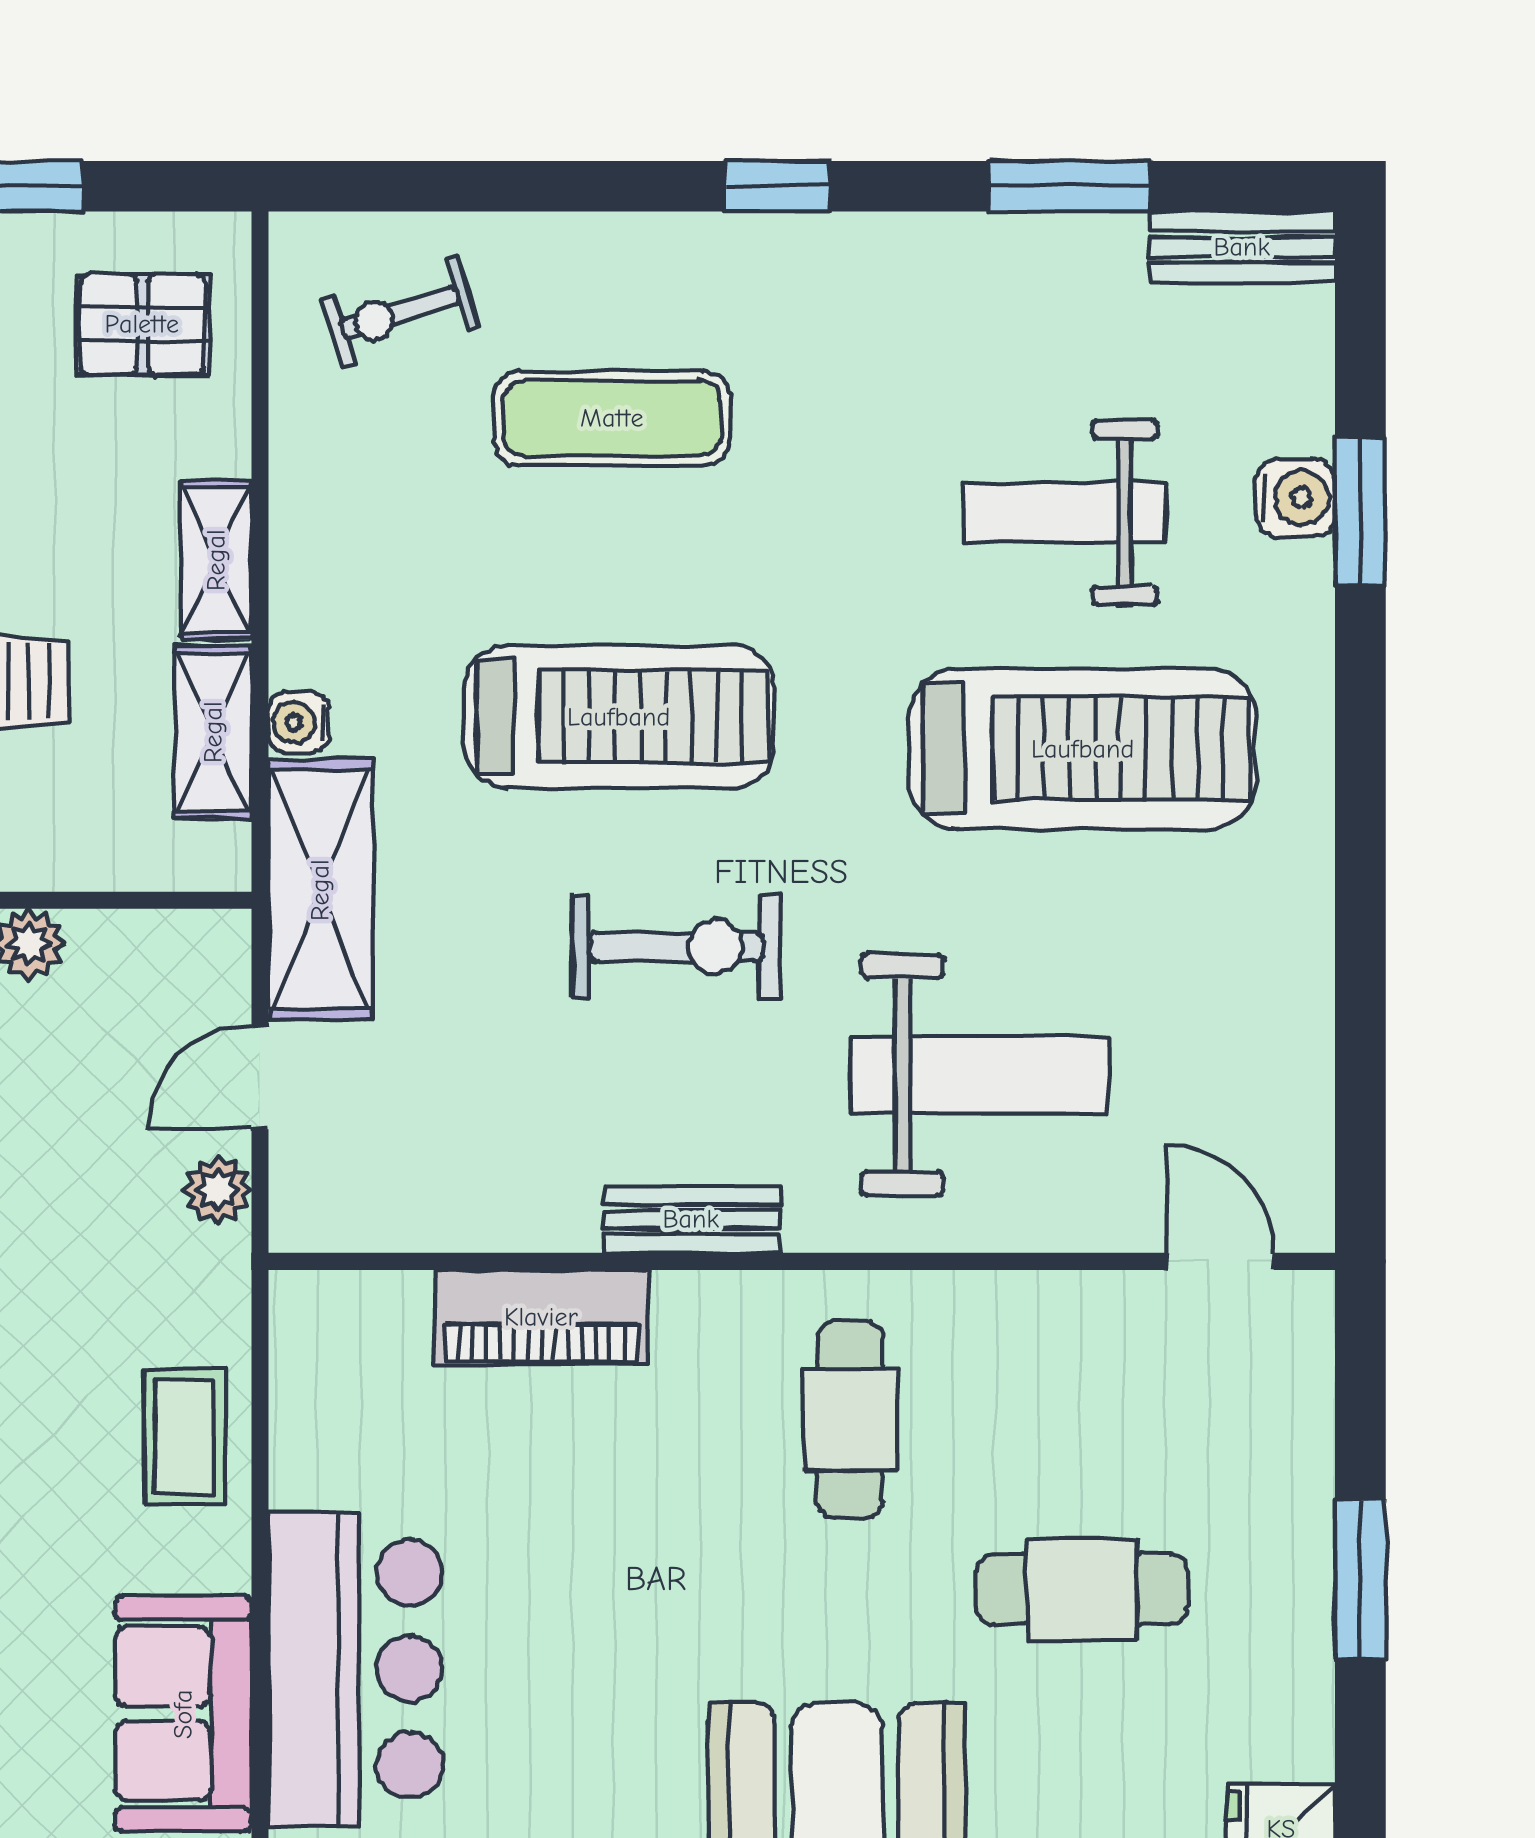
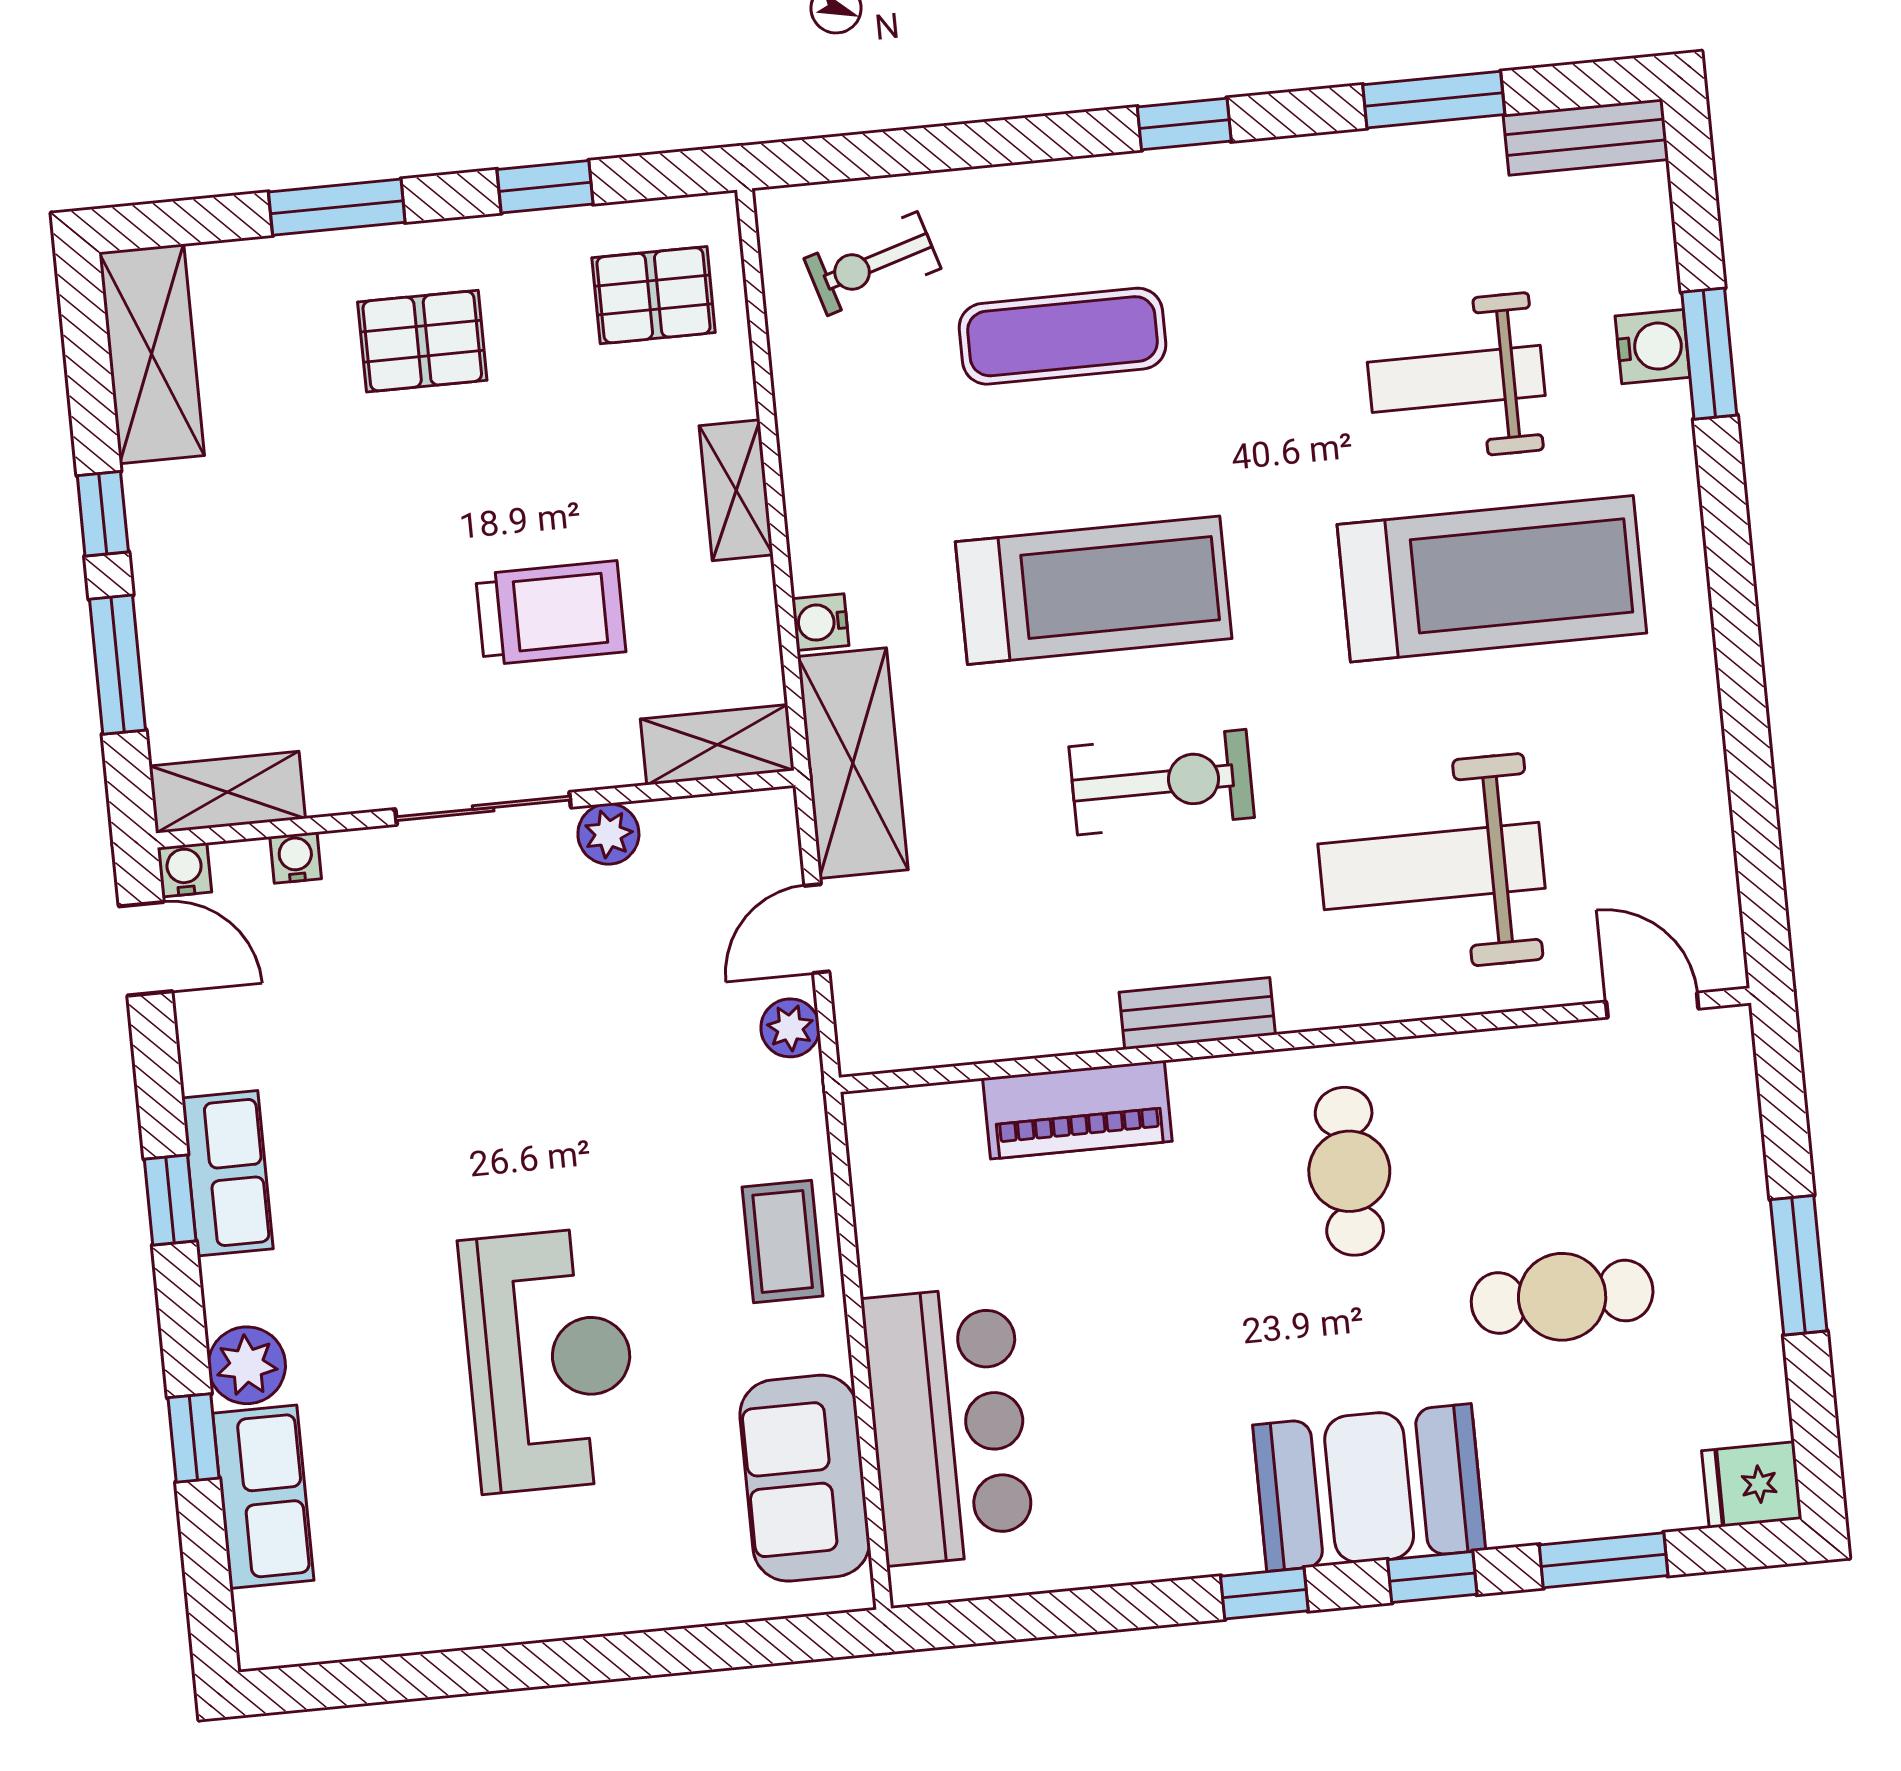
shelving: (213, 732) -> (717, 745), moved, turned 90
weight bench: (980, 1075) -> (1431, 866), turned 180

